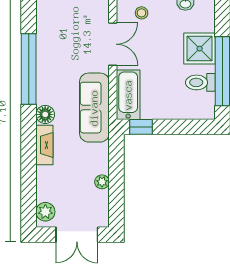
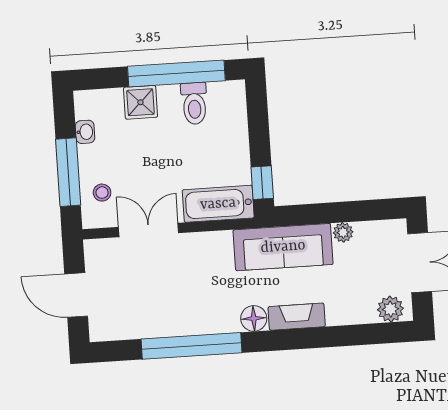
shower: (200, 49) -> (140, 102), width x0.73, depth x0.73
sofa: (94, 108) -> (283, 247), moved

